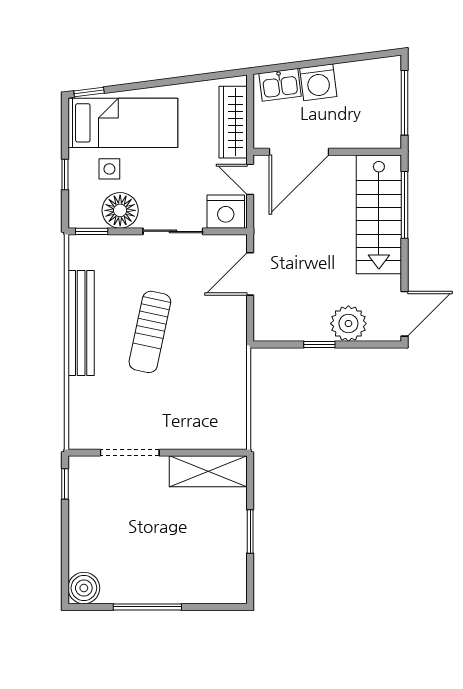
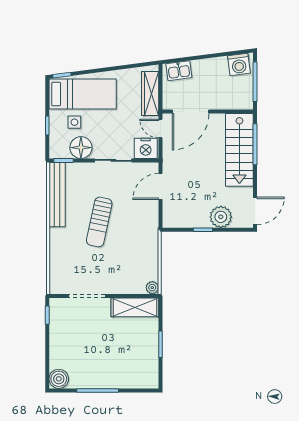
washing machine: (318, 82) -> (239, 64), moved
bench: (81, 323) -> (57, 195), moved
plant: (237, 439) -> (152, 288), added

